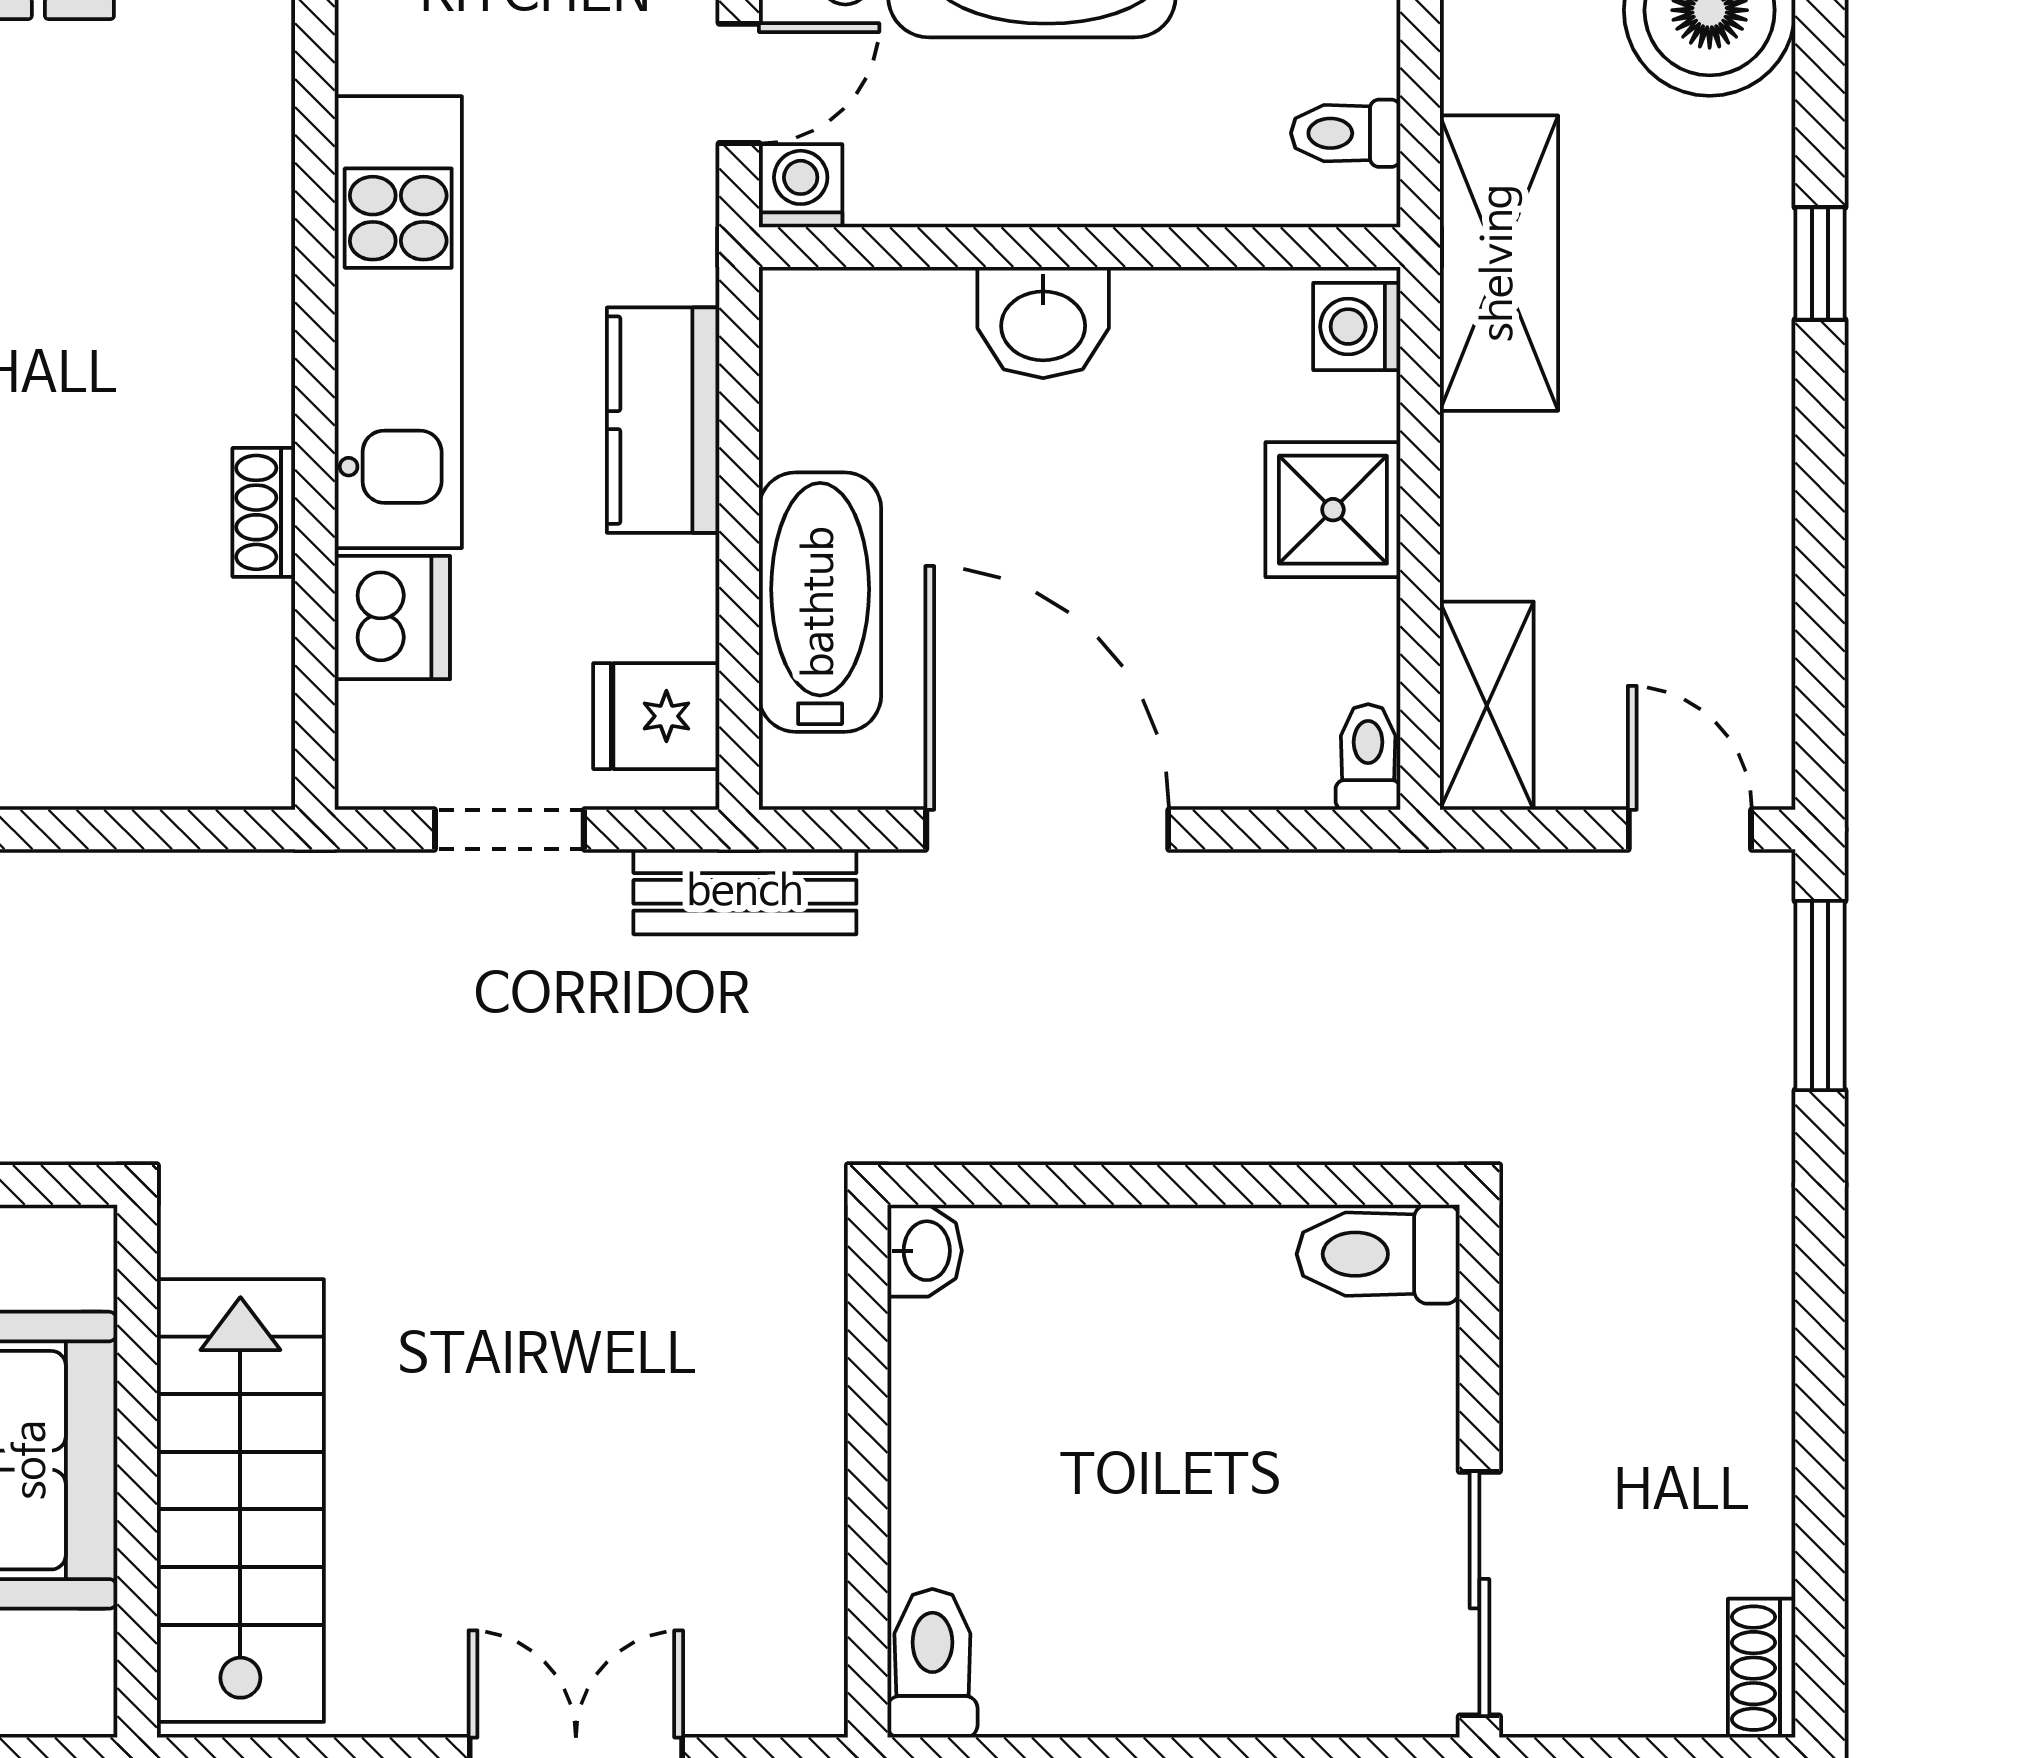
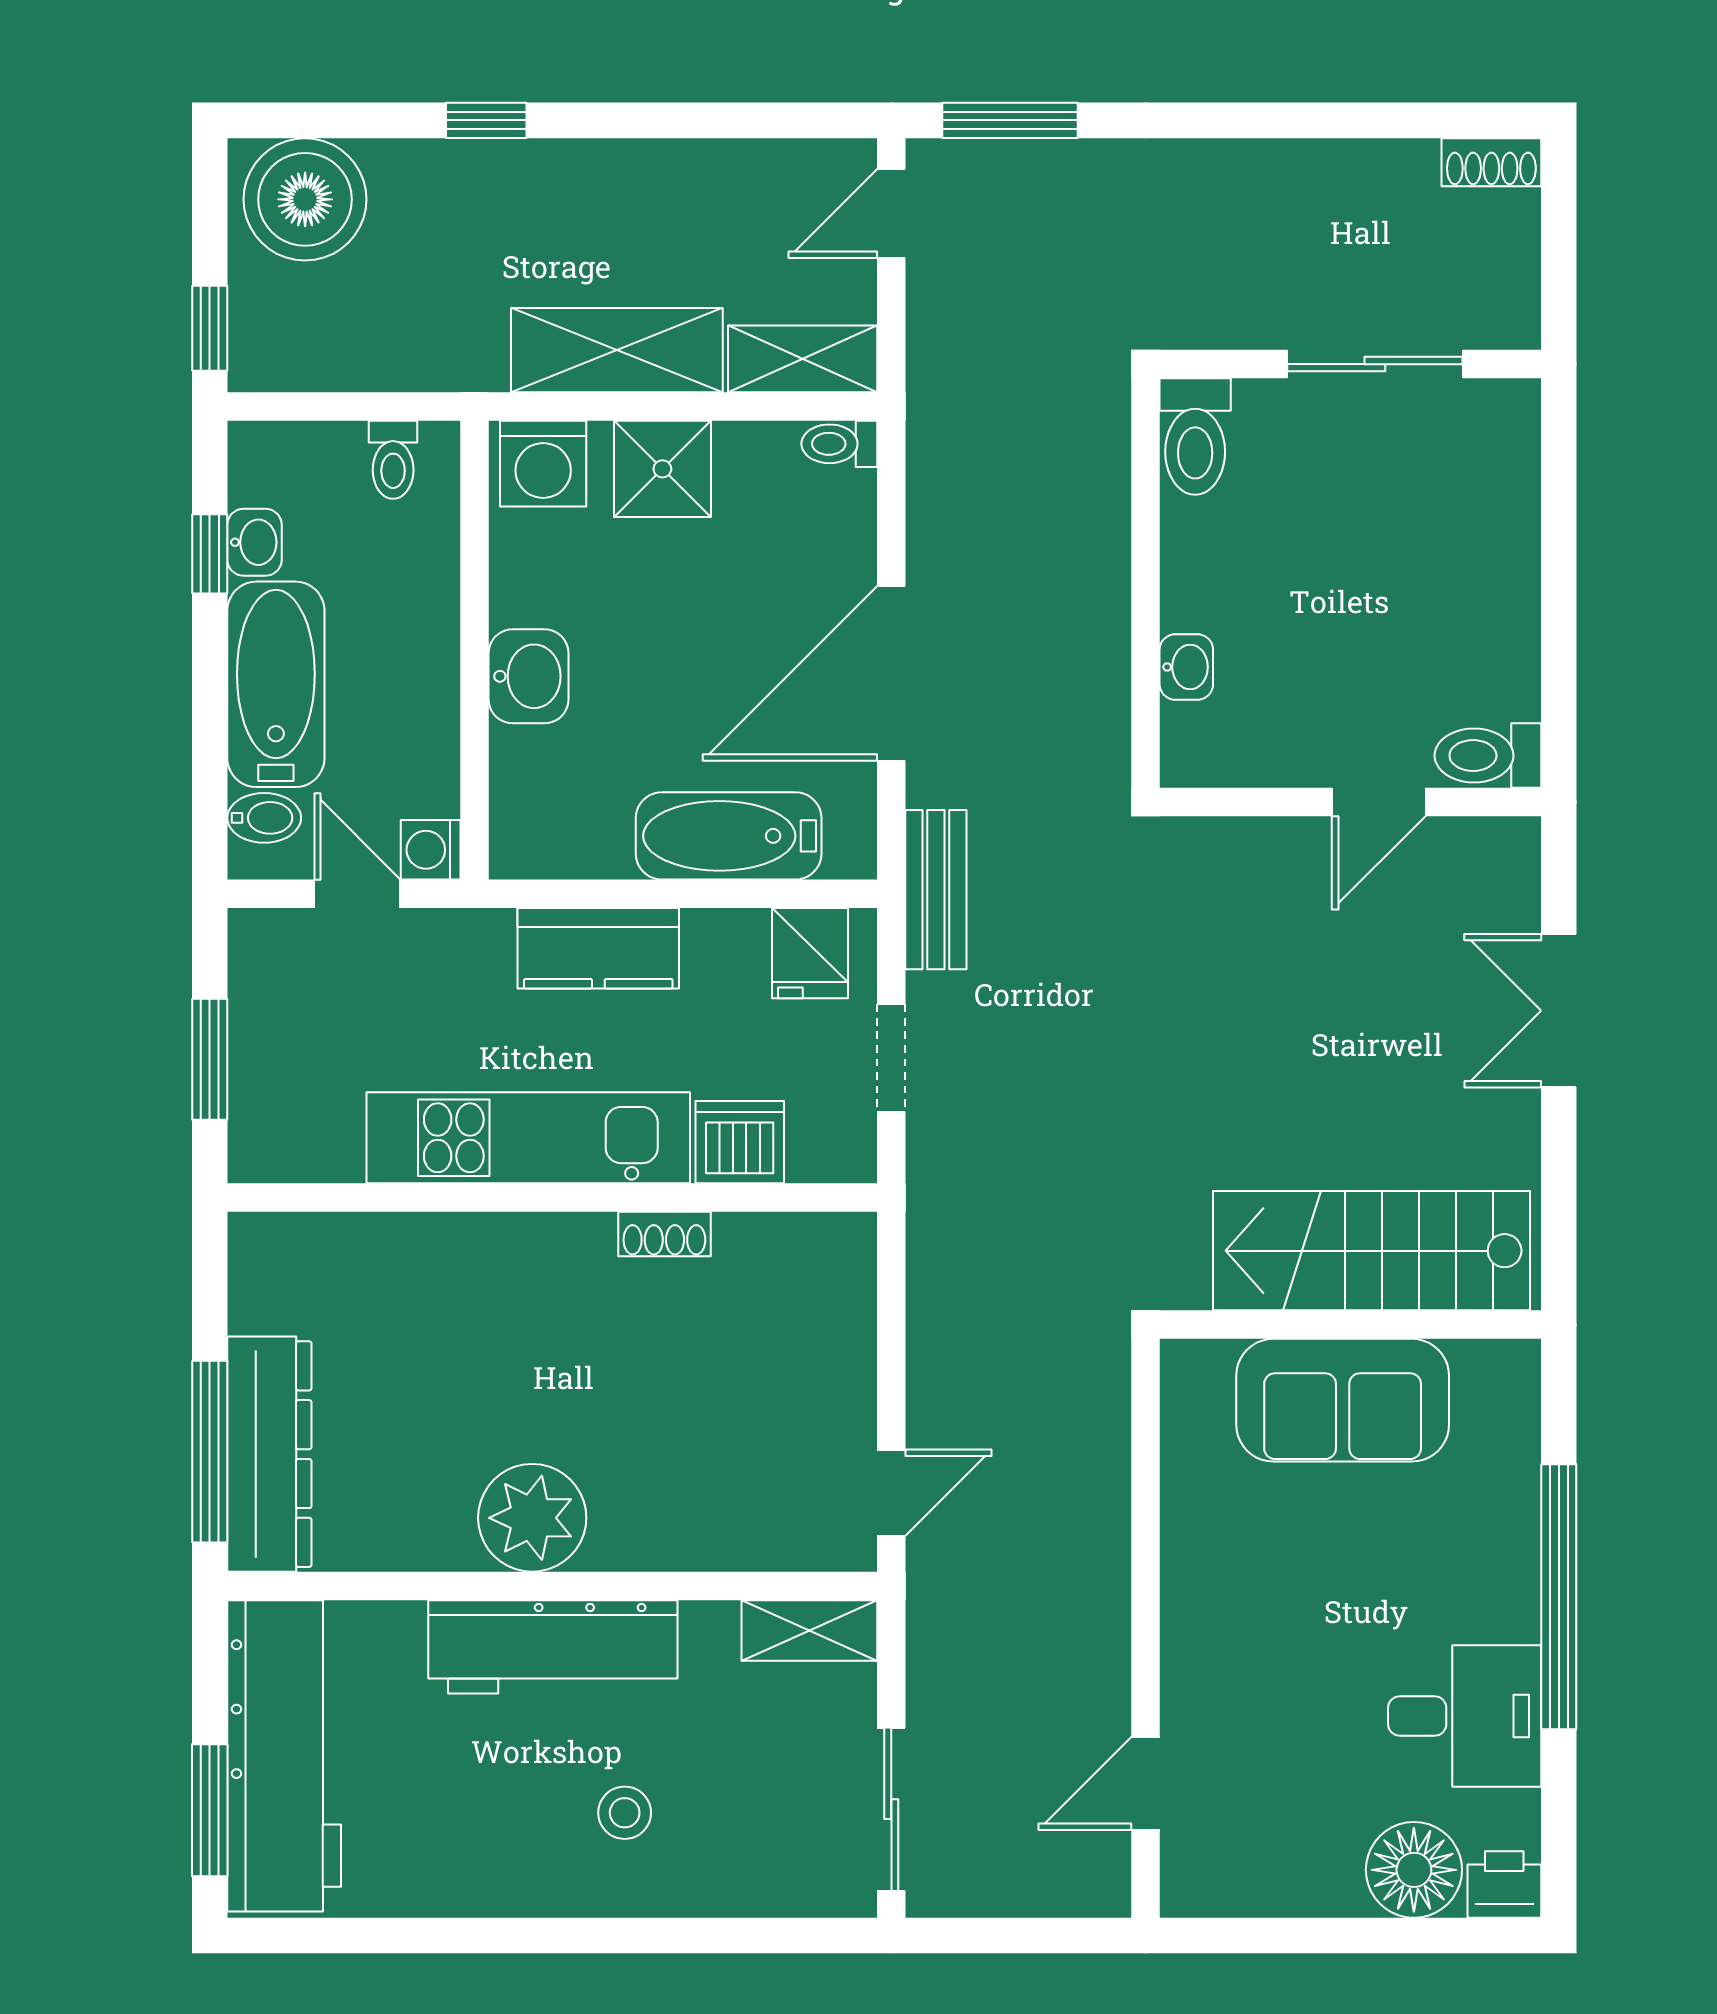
shelving: (1499, 263) -> (617, 350), moved
washing machine: (1357, 327) -> (543, 464), width x1.38, depth x1.38
washbasin: (925, 1251) -> (1186, 667), moved, turned 90
door: (868, 1511) -> (1379, 802), added
sliding door: (1479, 1594) -> (1375, 364), moved

